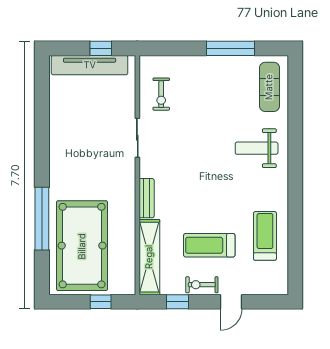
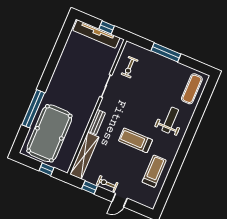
window: (231, 48) -> (166, 52), moved
weight bench: (257, 148) -> (170, 120), turned 90
treadmill: (209, 245) -> (135, 140), moved

